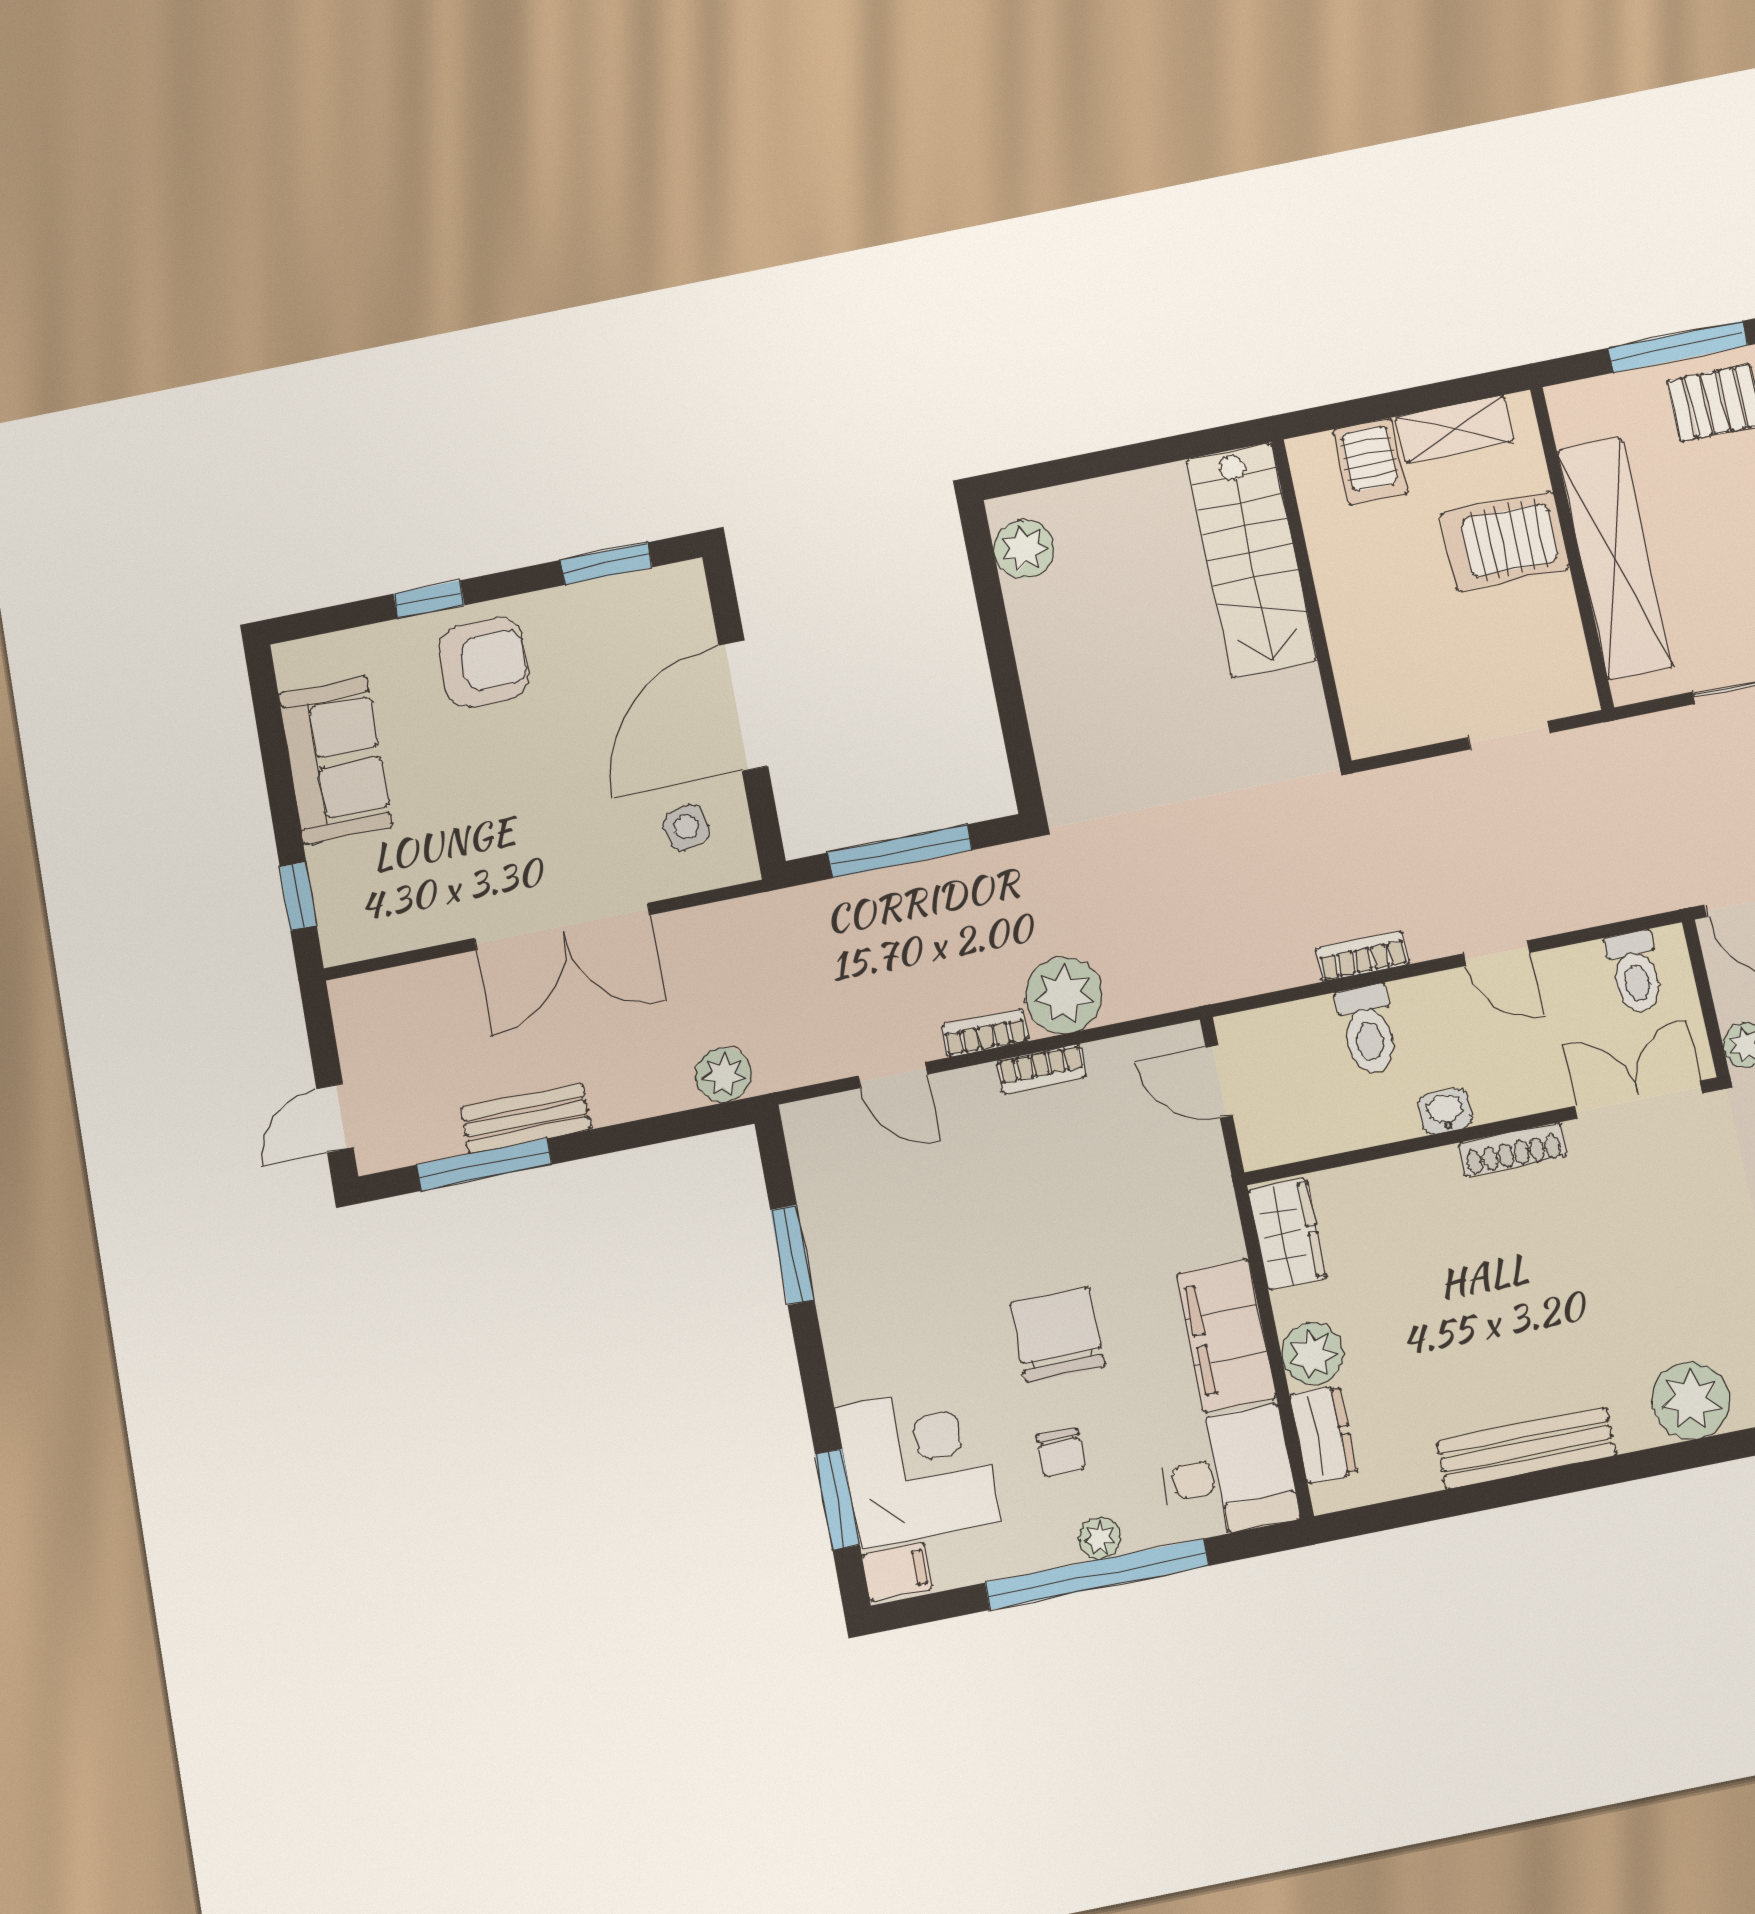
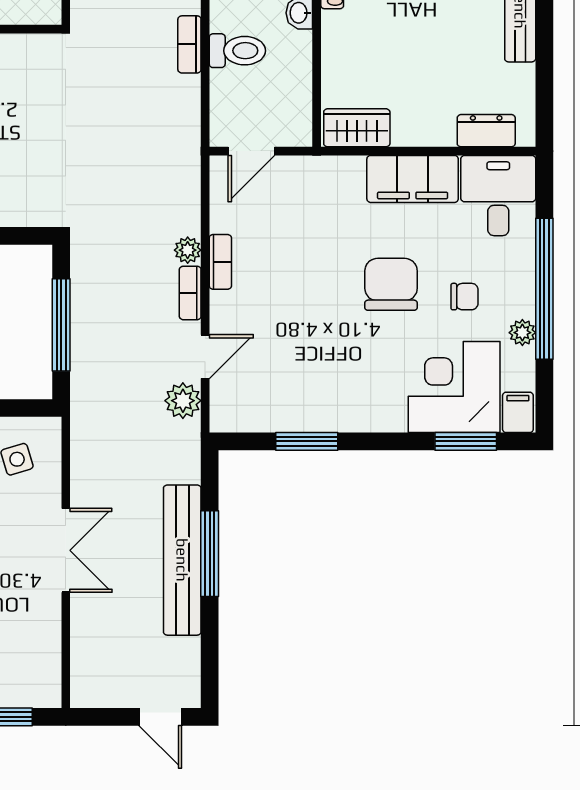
double door: (562, 926) -> (66, 550), width x0.73
plant: (1064, 995) -> (188, 250), width x0.53, depth x0.53
plant: (724, 1075) -> (183, 401), moved
bench: (526, 1119) -> (182, 560), width x1.86, depth x1.21
window: (484, 1165) -> (210, 554), moved
chair: (1057, 1335) -> (391, 284), turned 90
plant: (1313, 1354) -> (435, 127), removed
plant: (1100, 1538) -> (522, 333), moved

